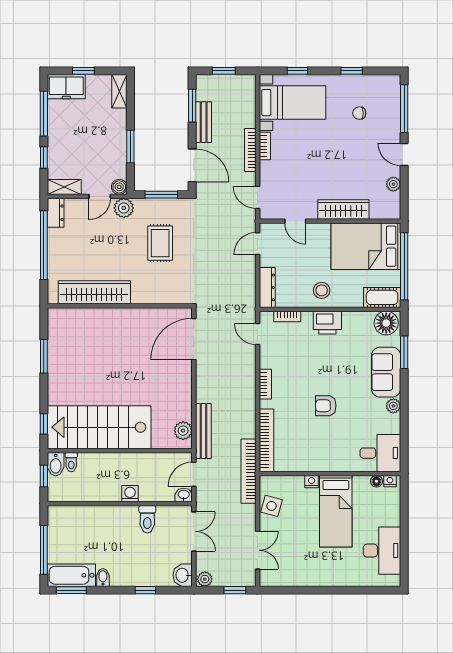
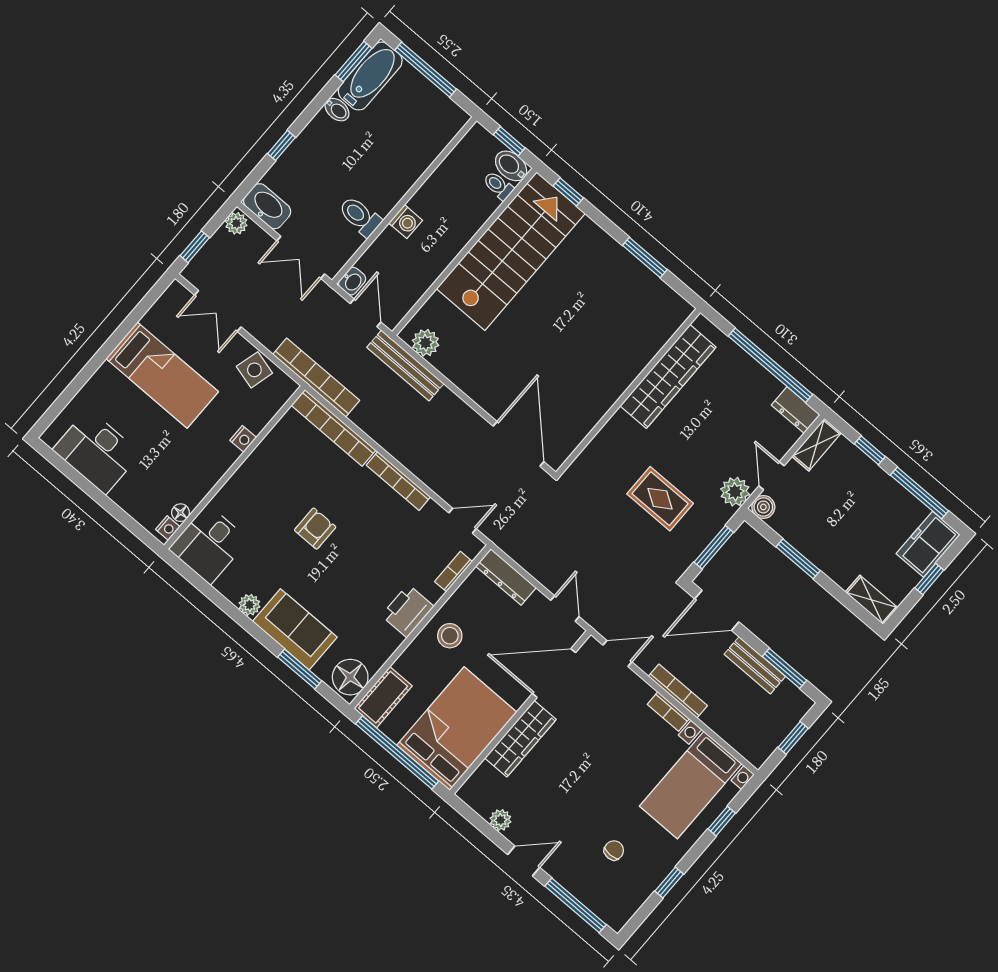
door: (295, 221) -> (554, 673), width x1.87
bookcase: (265, 384) -> (398, 481), width x1.56
bed: (336, 511) -> (162, 375), moved, turned 180
washbasin: (183, 575) -> (267, 206), width x1.38

